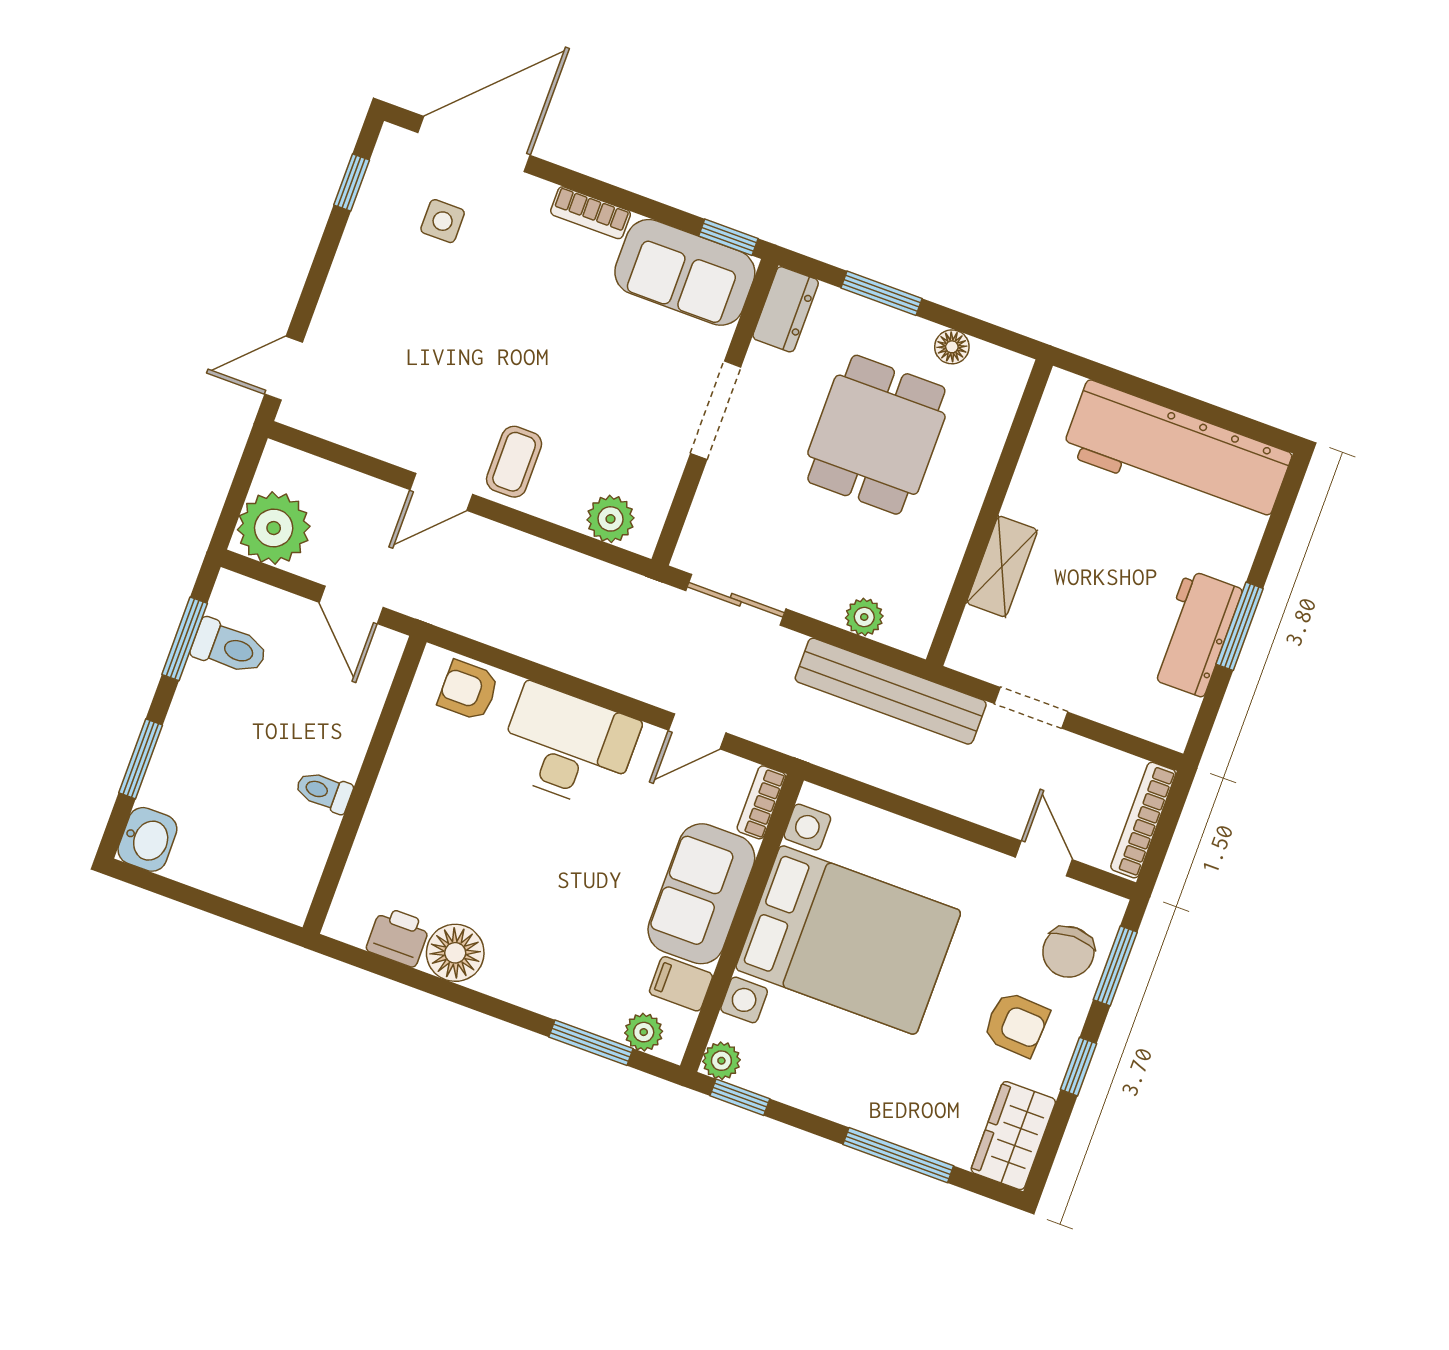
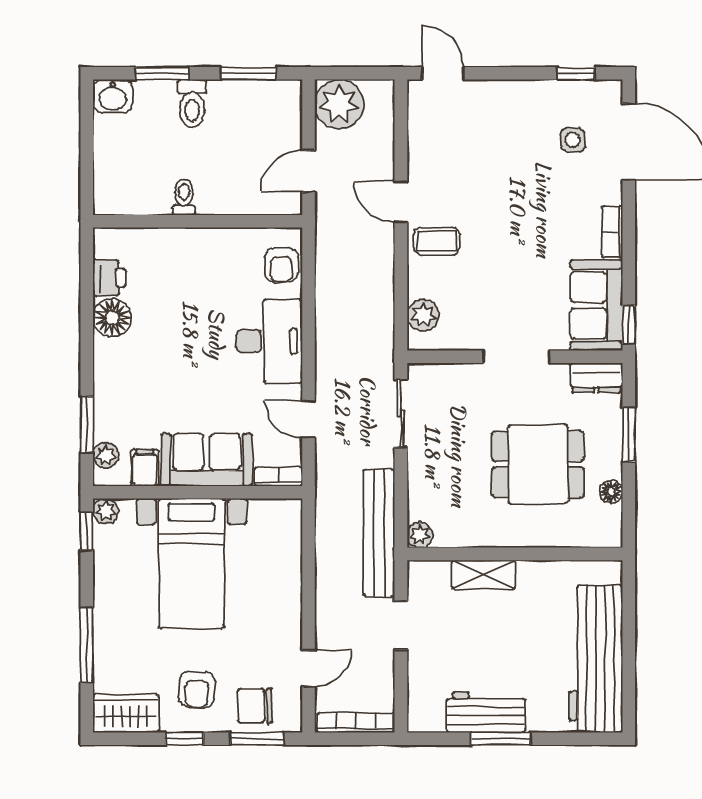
plant: (864, 617) -> (420, 535), moved
toilet: (229, 647) -> (192, 104), moved
armchair: (468, 690) -> (281, 265), turned 180
bed with nightstands: (848, 940) -> (192, 563), width x0.73

